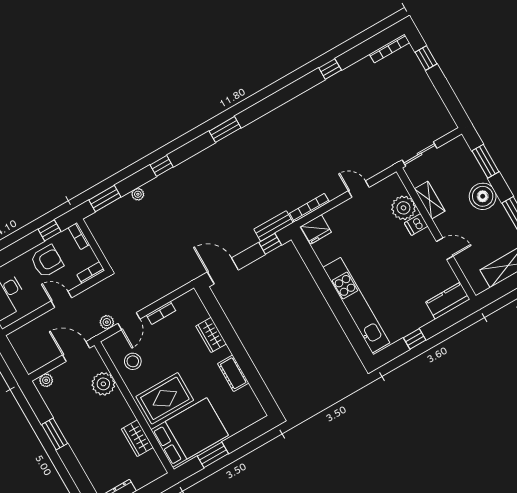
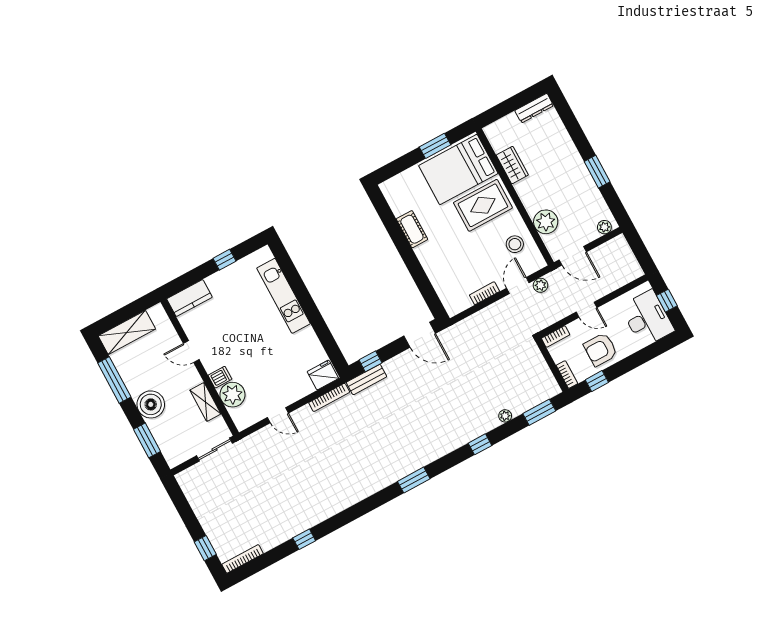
kitchen unit: (356, 305) -> (284, 296), width x0.73
wardrobe: (211, 335) -> (434, 269), removed

